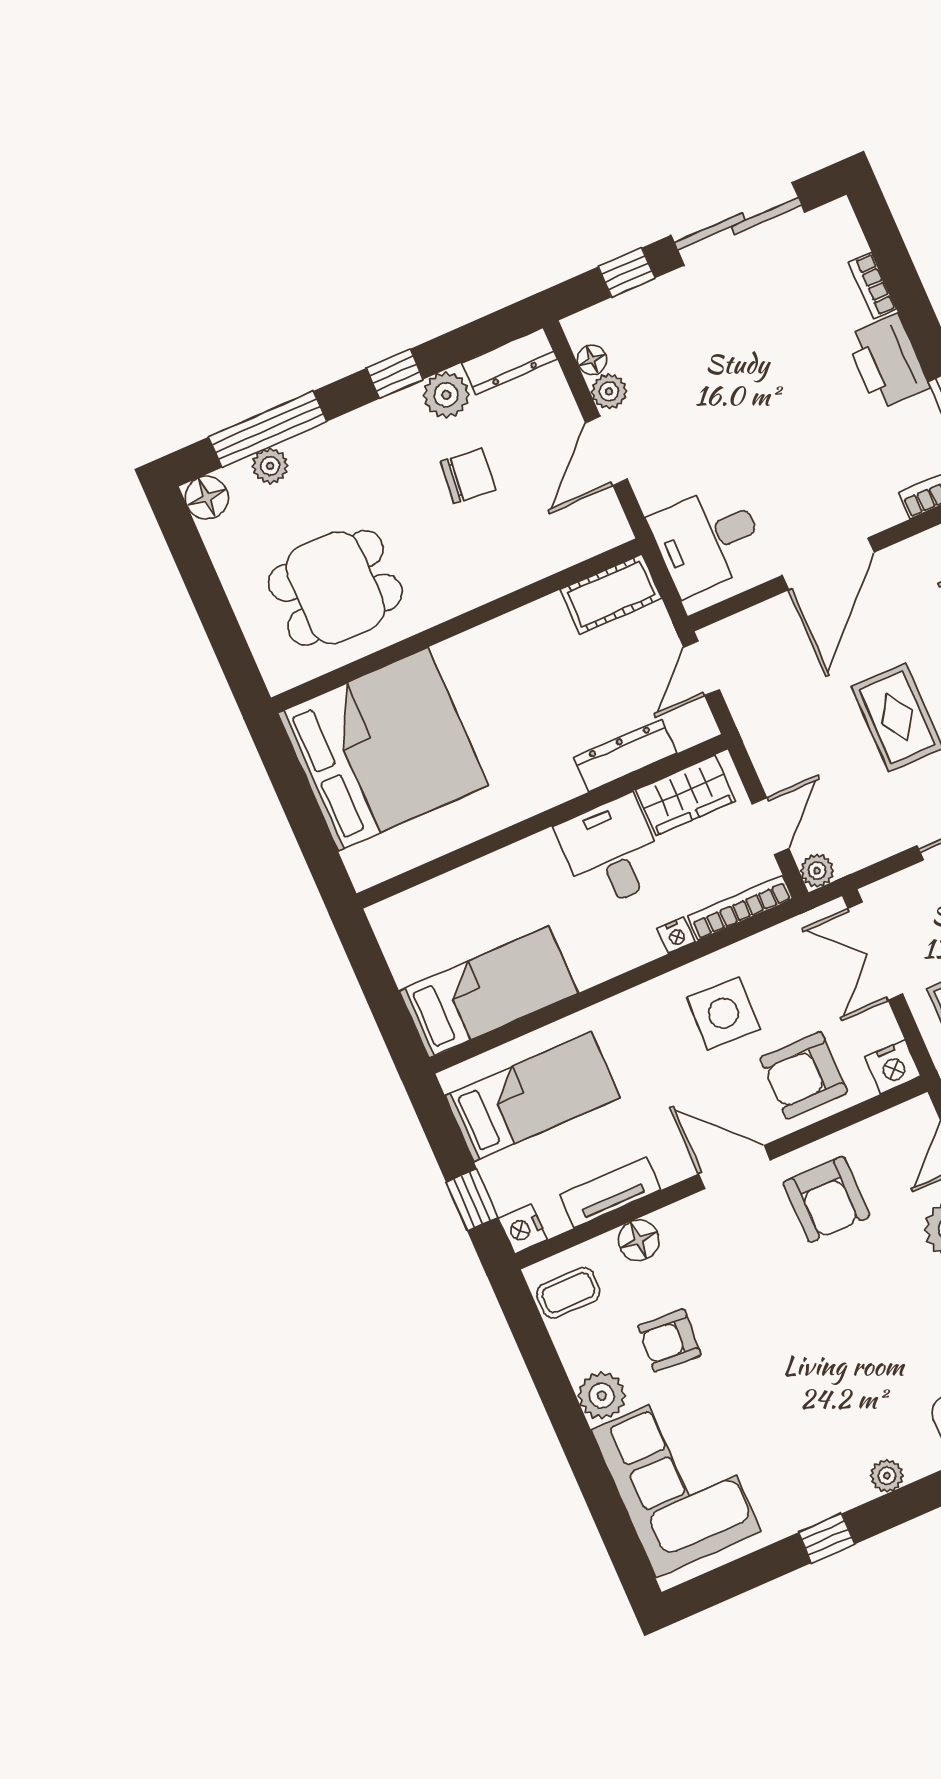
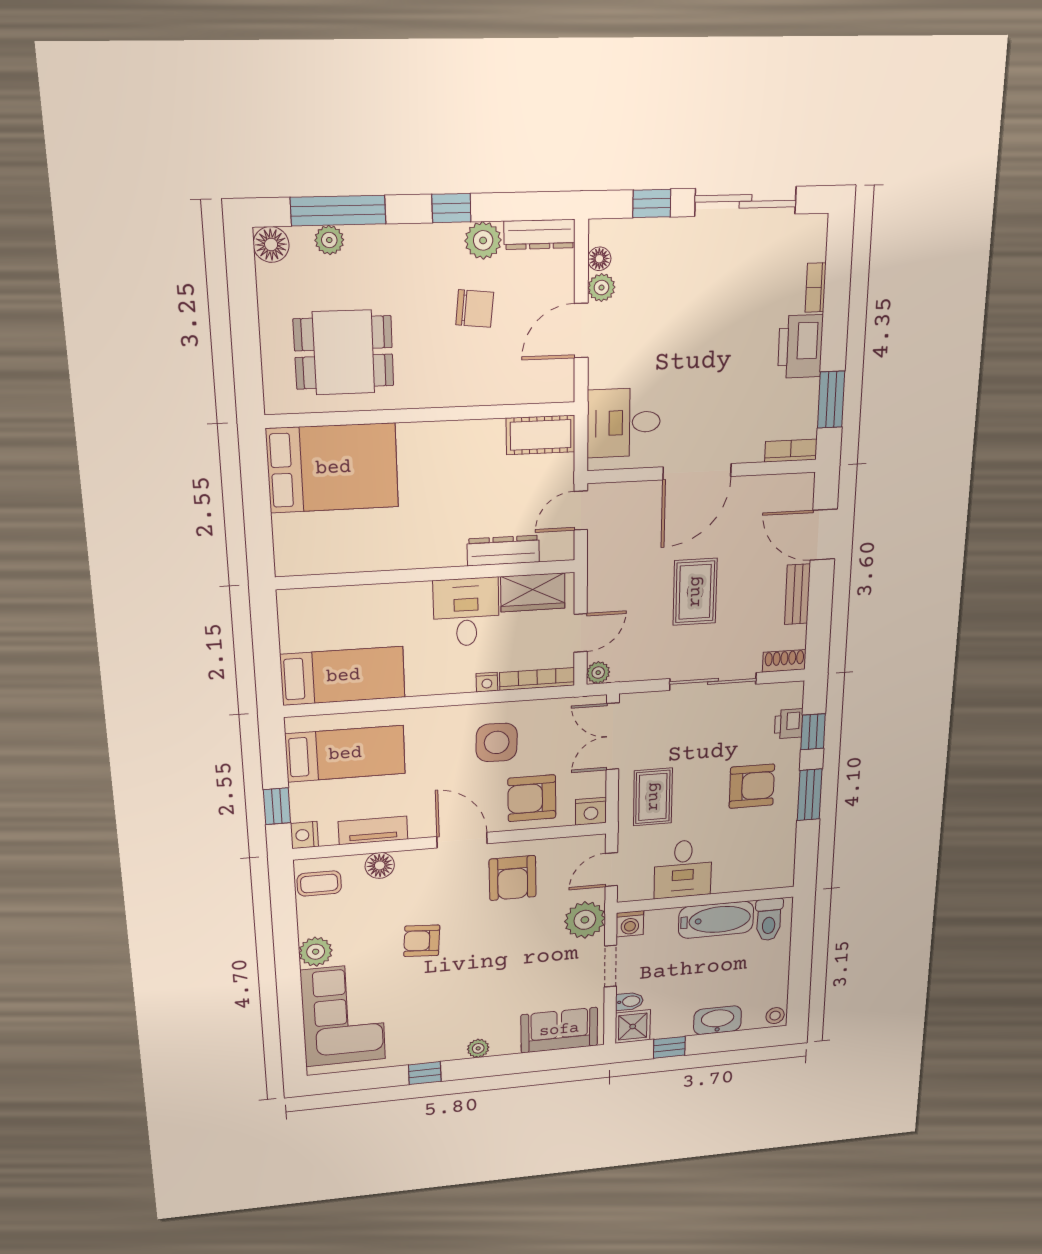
bed: (383, 749) -> (333, 468), width x0.73
armchair: (669, 1340) -> (422, 941), moved

